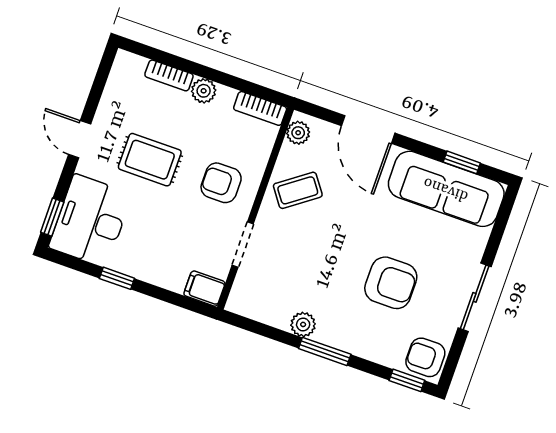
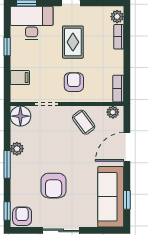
plant: (204, 91) -> (117, 17), moved
filing cabinet: (204, 289) -> (20, 78), moved, turned 90
floor lamp: (248, 298) -> (20, 116), added

